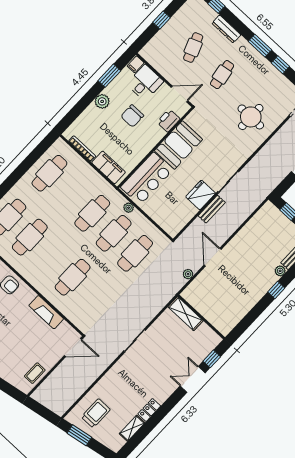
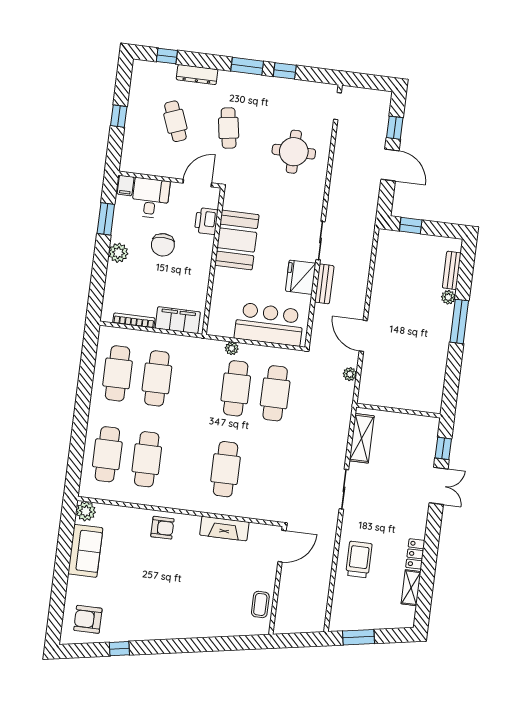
bar counter: (147, 179) -> (269, 324), moved, turned -90
cafe table: (92, 213) -> (157, 378), moved
window: (276, 290) -> (459, 321), width x2.17
shelving: (186, 314) -> (362, 438), moved, turned 90
double door: (193, 379) -> (439, 486), swing flipped
trolley: (96, 413) -> (359, 560), moved

